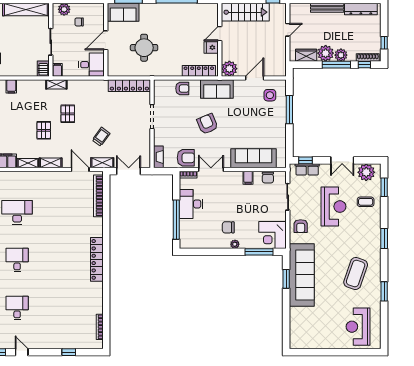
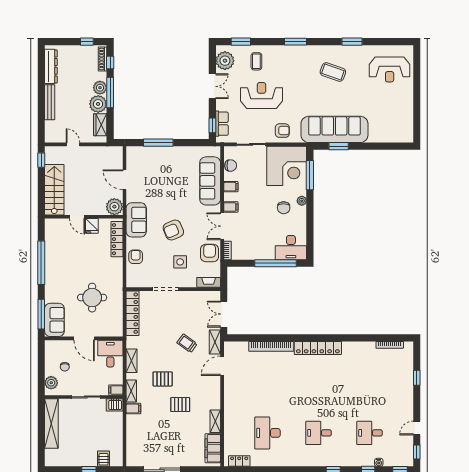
filing cabinet: (11, 86) -> (133, 409), moved
side table: (270, 95) -> (180, 262), moved
shelving: (51, 163) -> (132, 361), moved
filing cabinet: (229, 178) -> (231, 207), added
bookcase: (98, 196) -> (271, 346), moved
desk: (191, 204) -> (291, 248), moved
corner desk: (272, 235) -> (287, 166), width x1.36, depth x1.36
coffee table: (356, 274) -> (333, 72), width x0.73, depth x0.76

